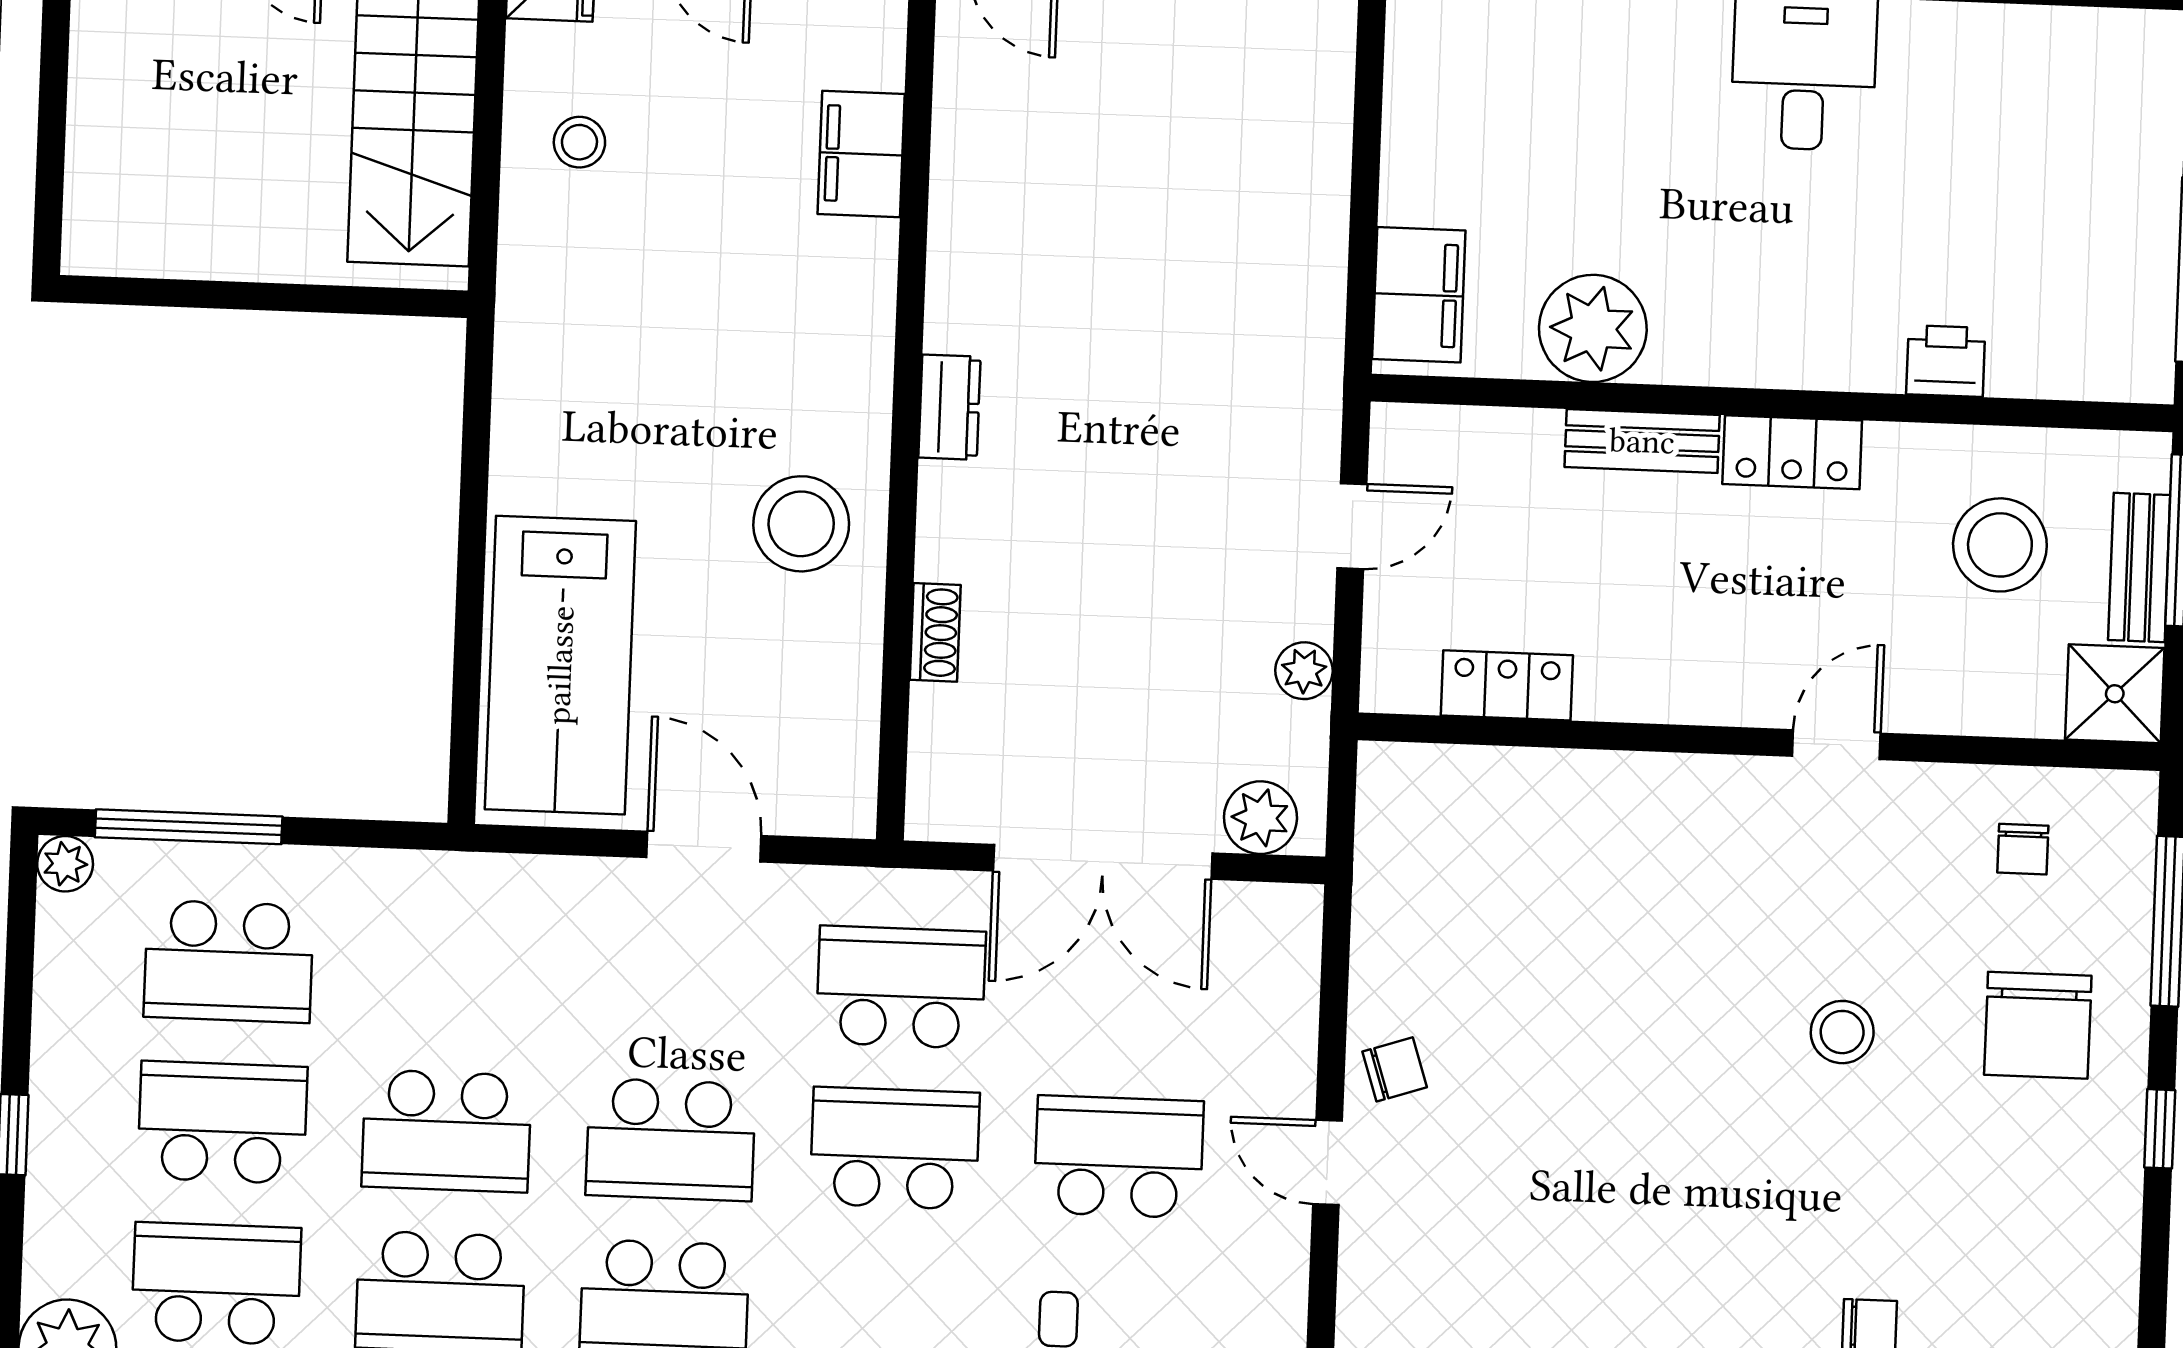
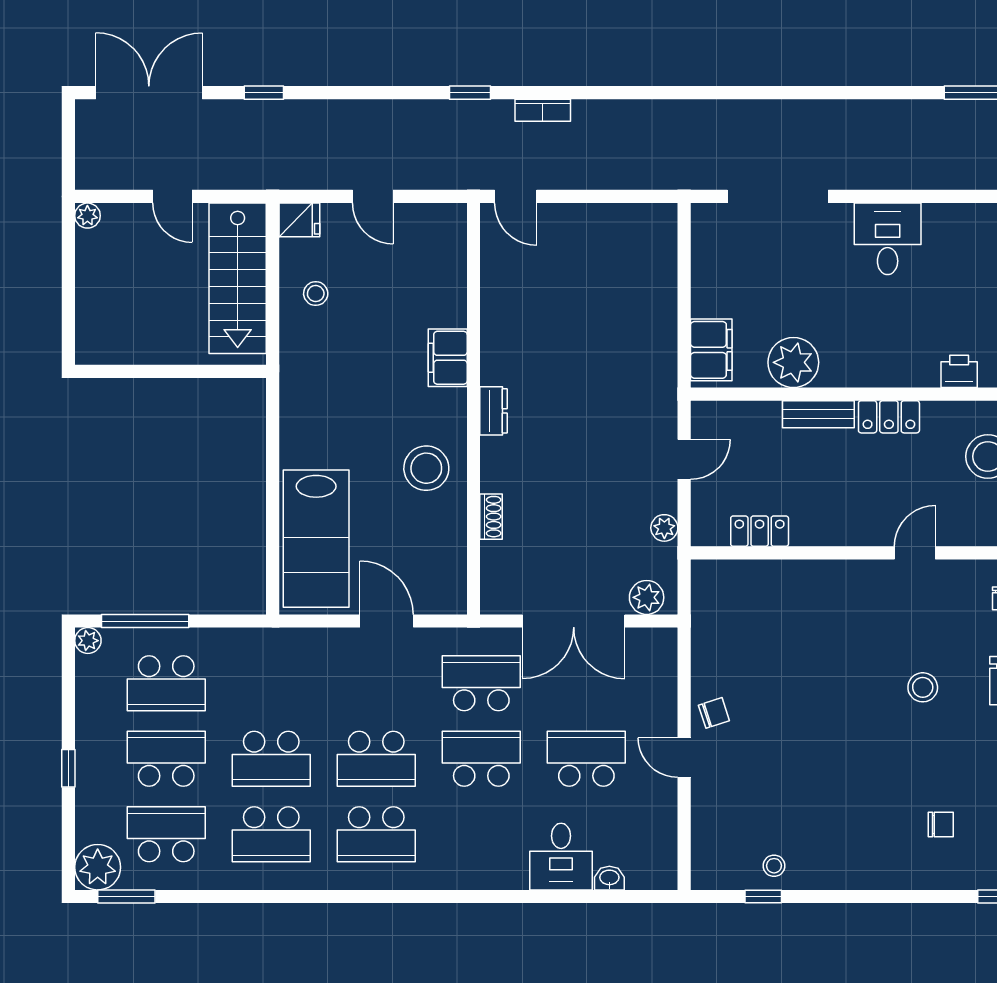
filing cabinet: (861, 154) -> (448, 358), moved

